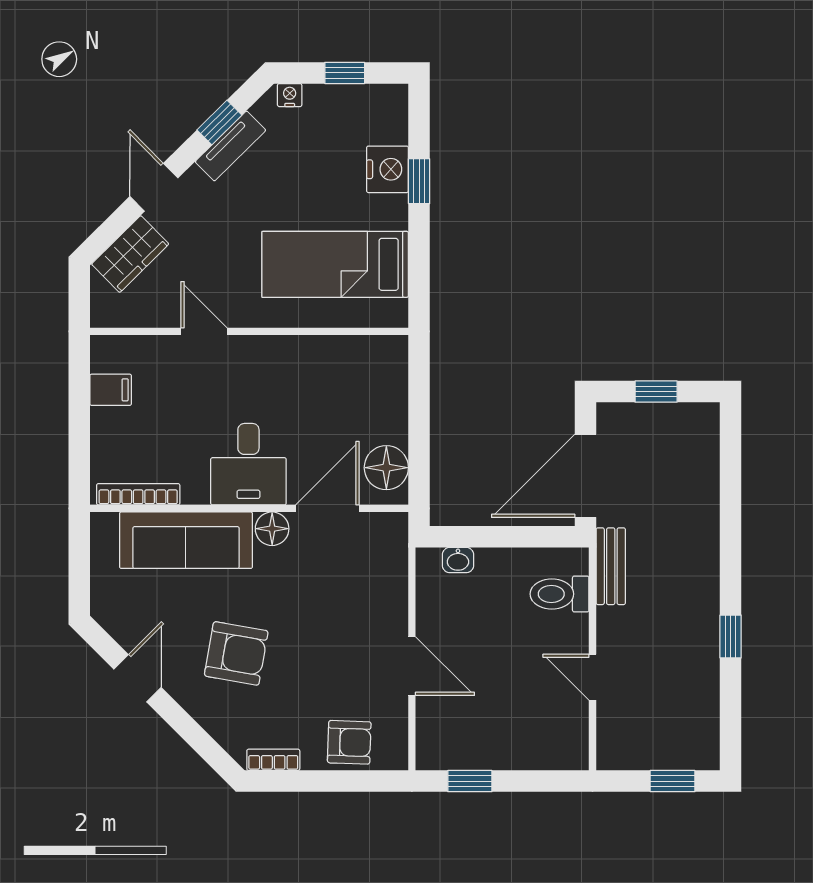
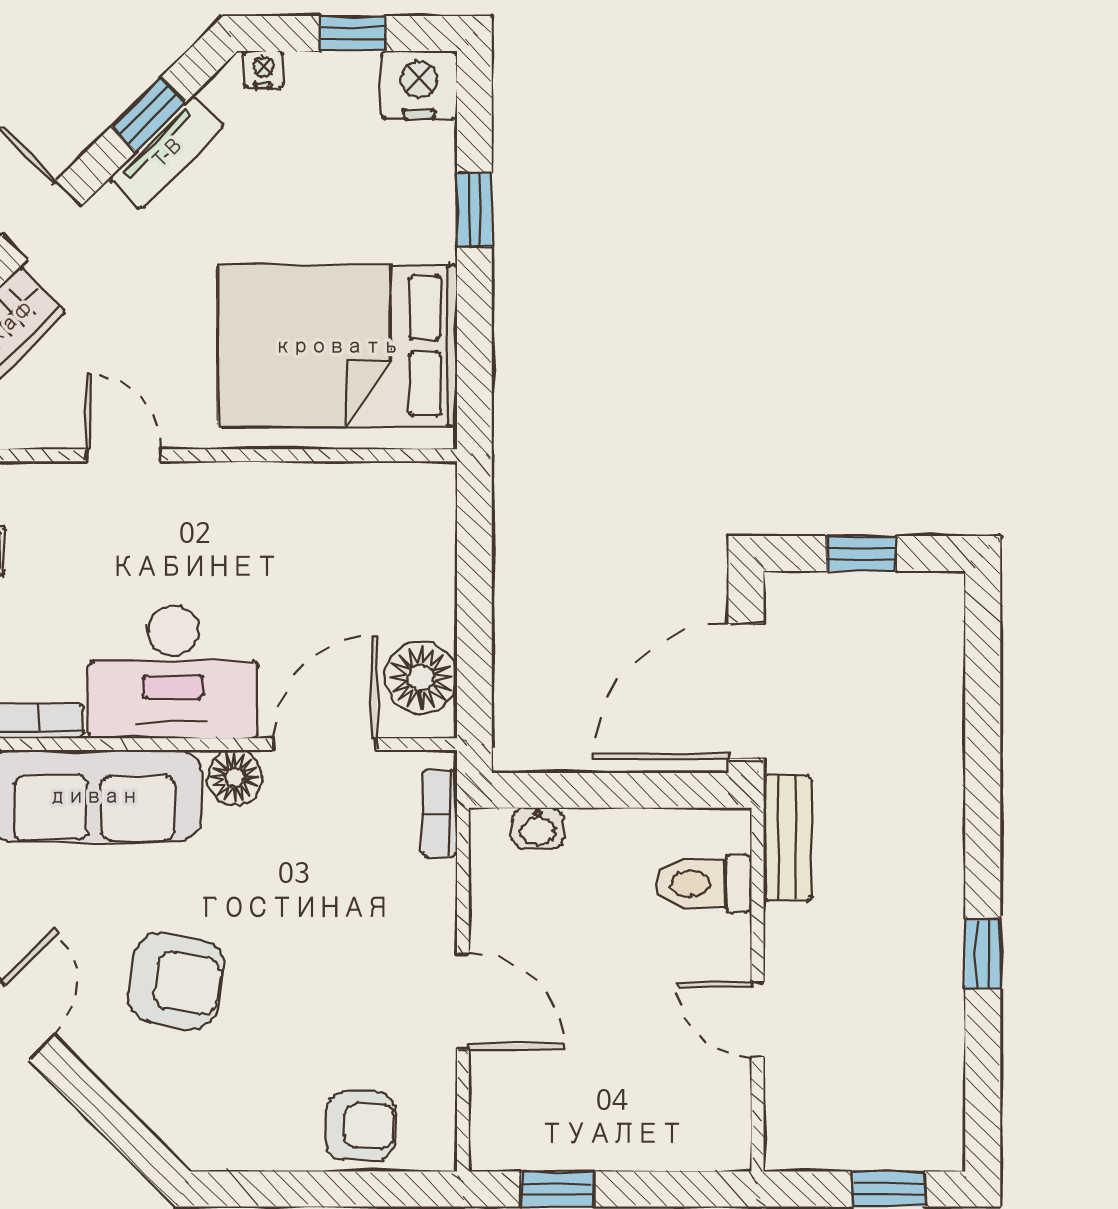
nightstand: (388, 169) -> (419, 85), moved, turned -90
bed: (335, 264) -> (337, 346), width x1.50
desk: (248, 464) -> (173, 672), width x1.37
bookcase: (273, 760) -> (440, 813), moved, turned -90

